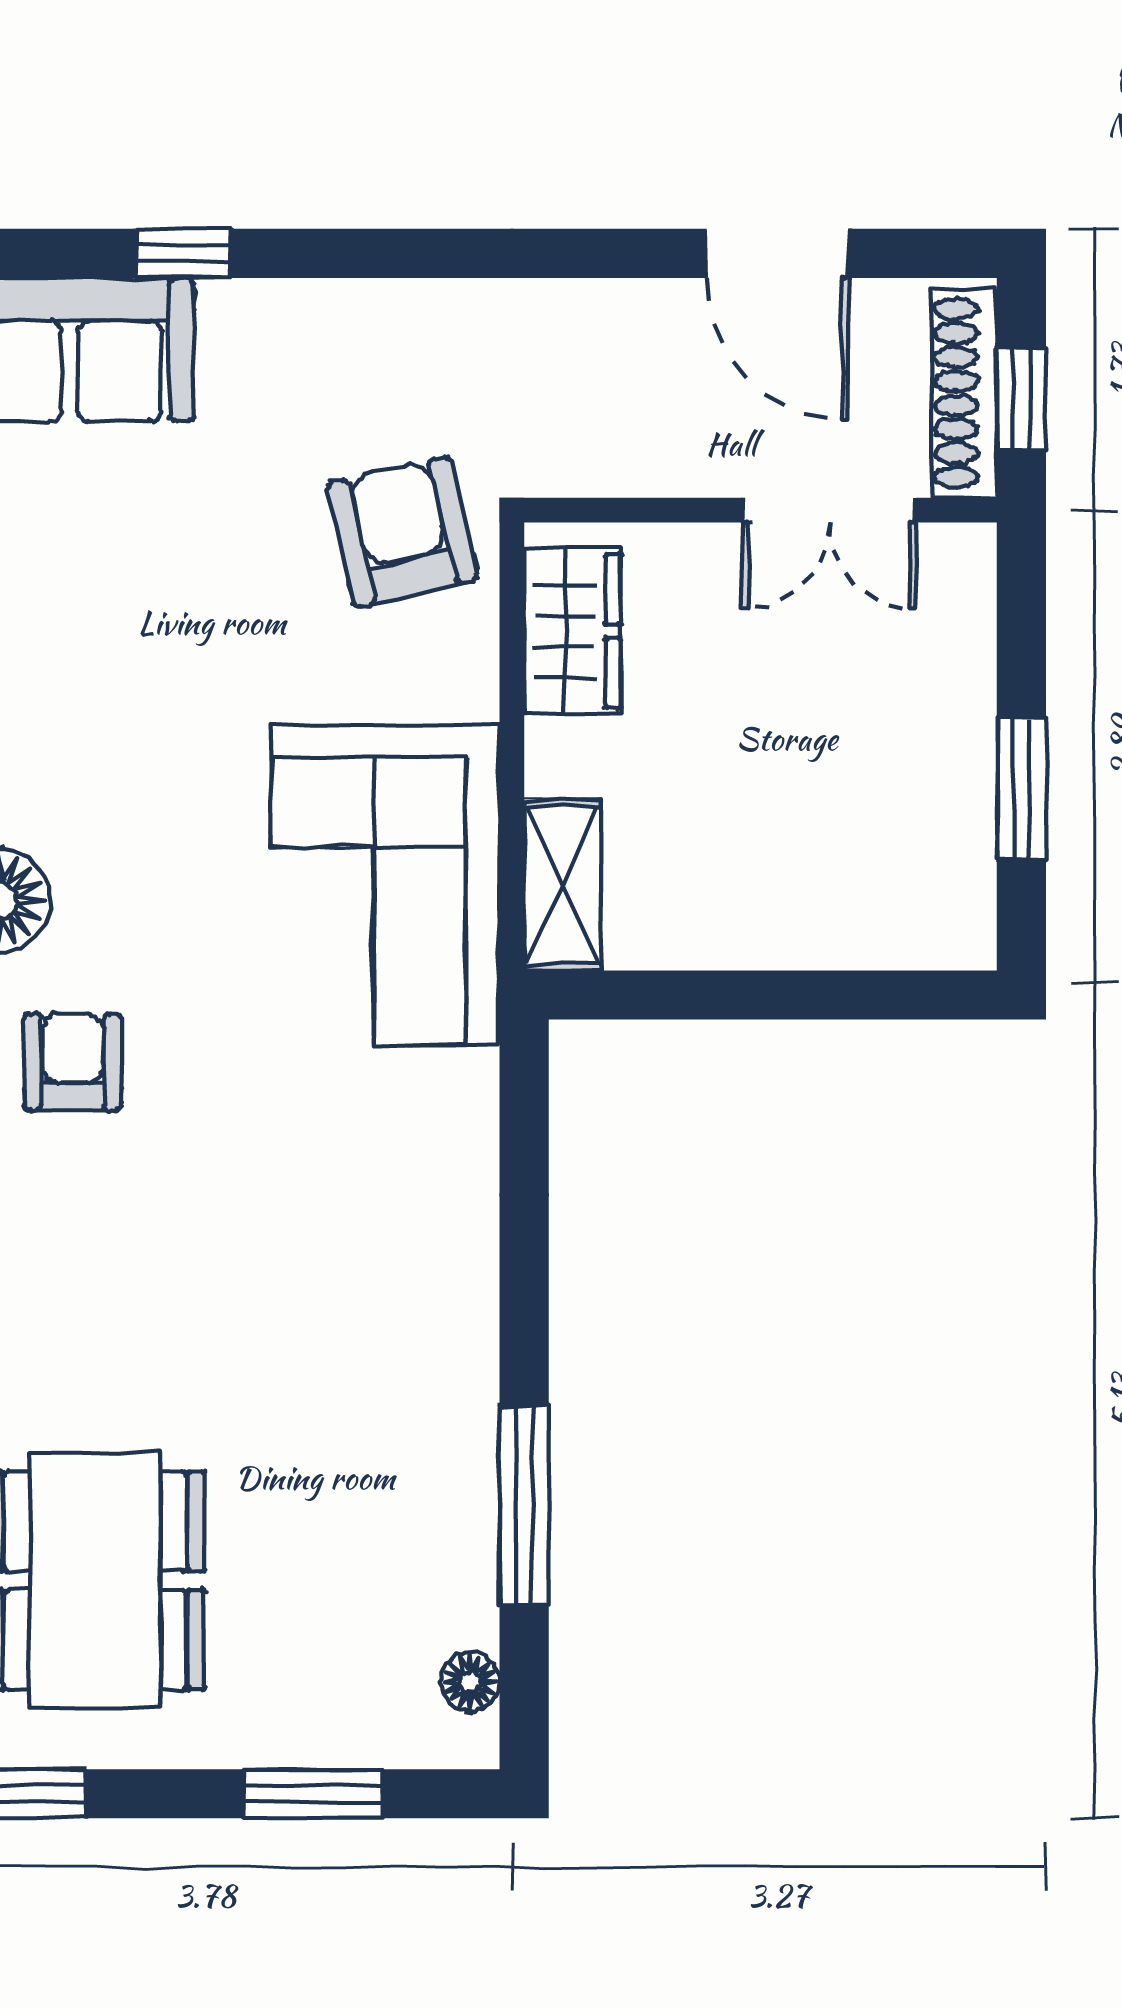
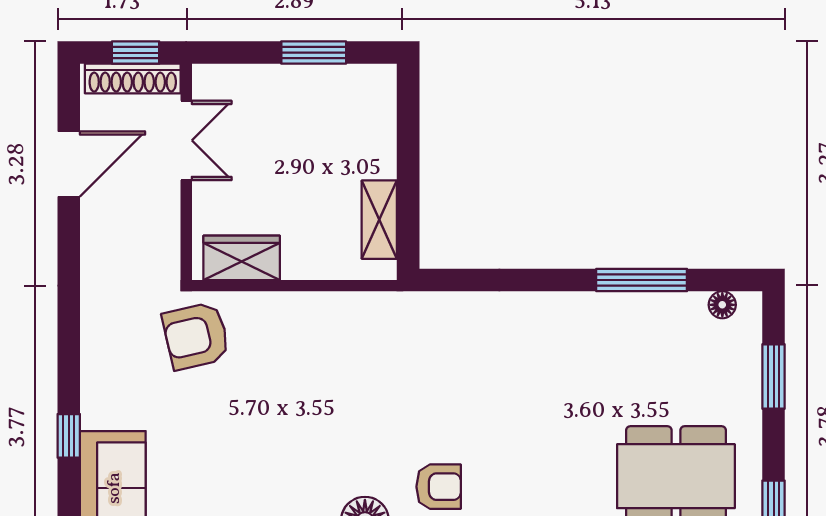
corner sofa: (385, 885) -> (358, 343), removed
shelving: (563, 885) -> (379, 220), moved, turned 90
armchair: (73, 1062) -> (439, 487), turned 180

